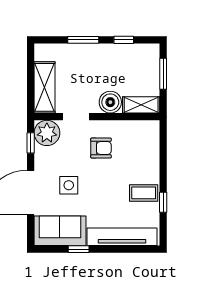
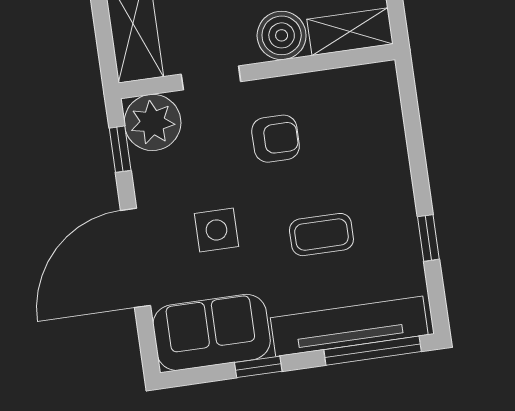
coffee table: (144, 193) -> (321, 235), moved
window: (131, 249) -> (373, 351), added

